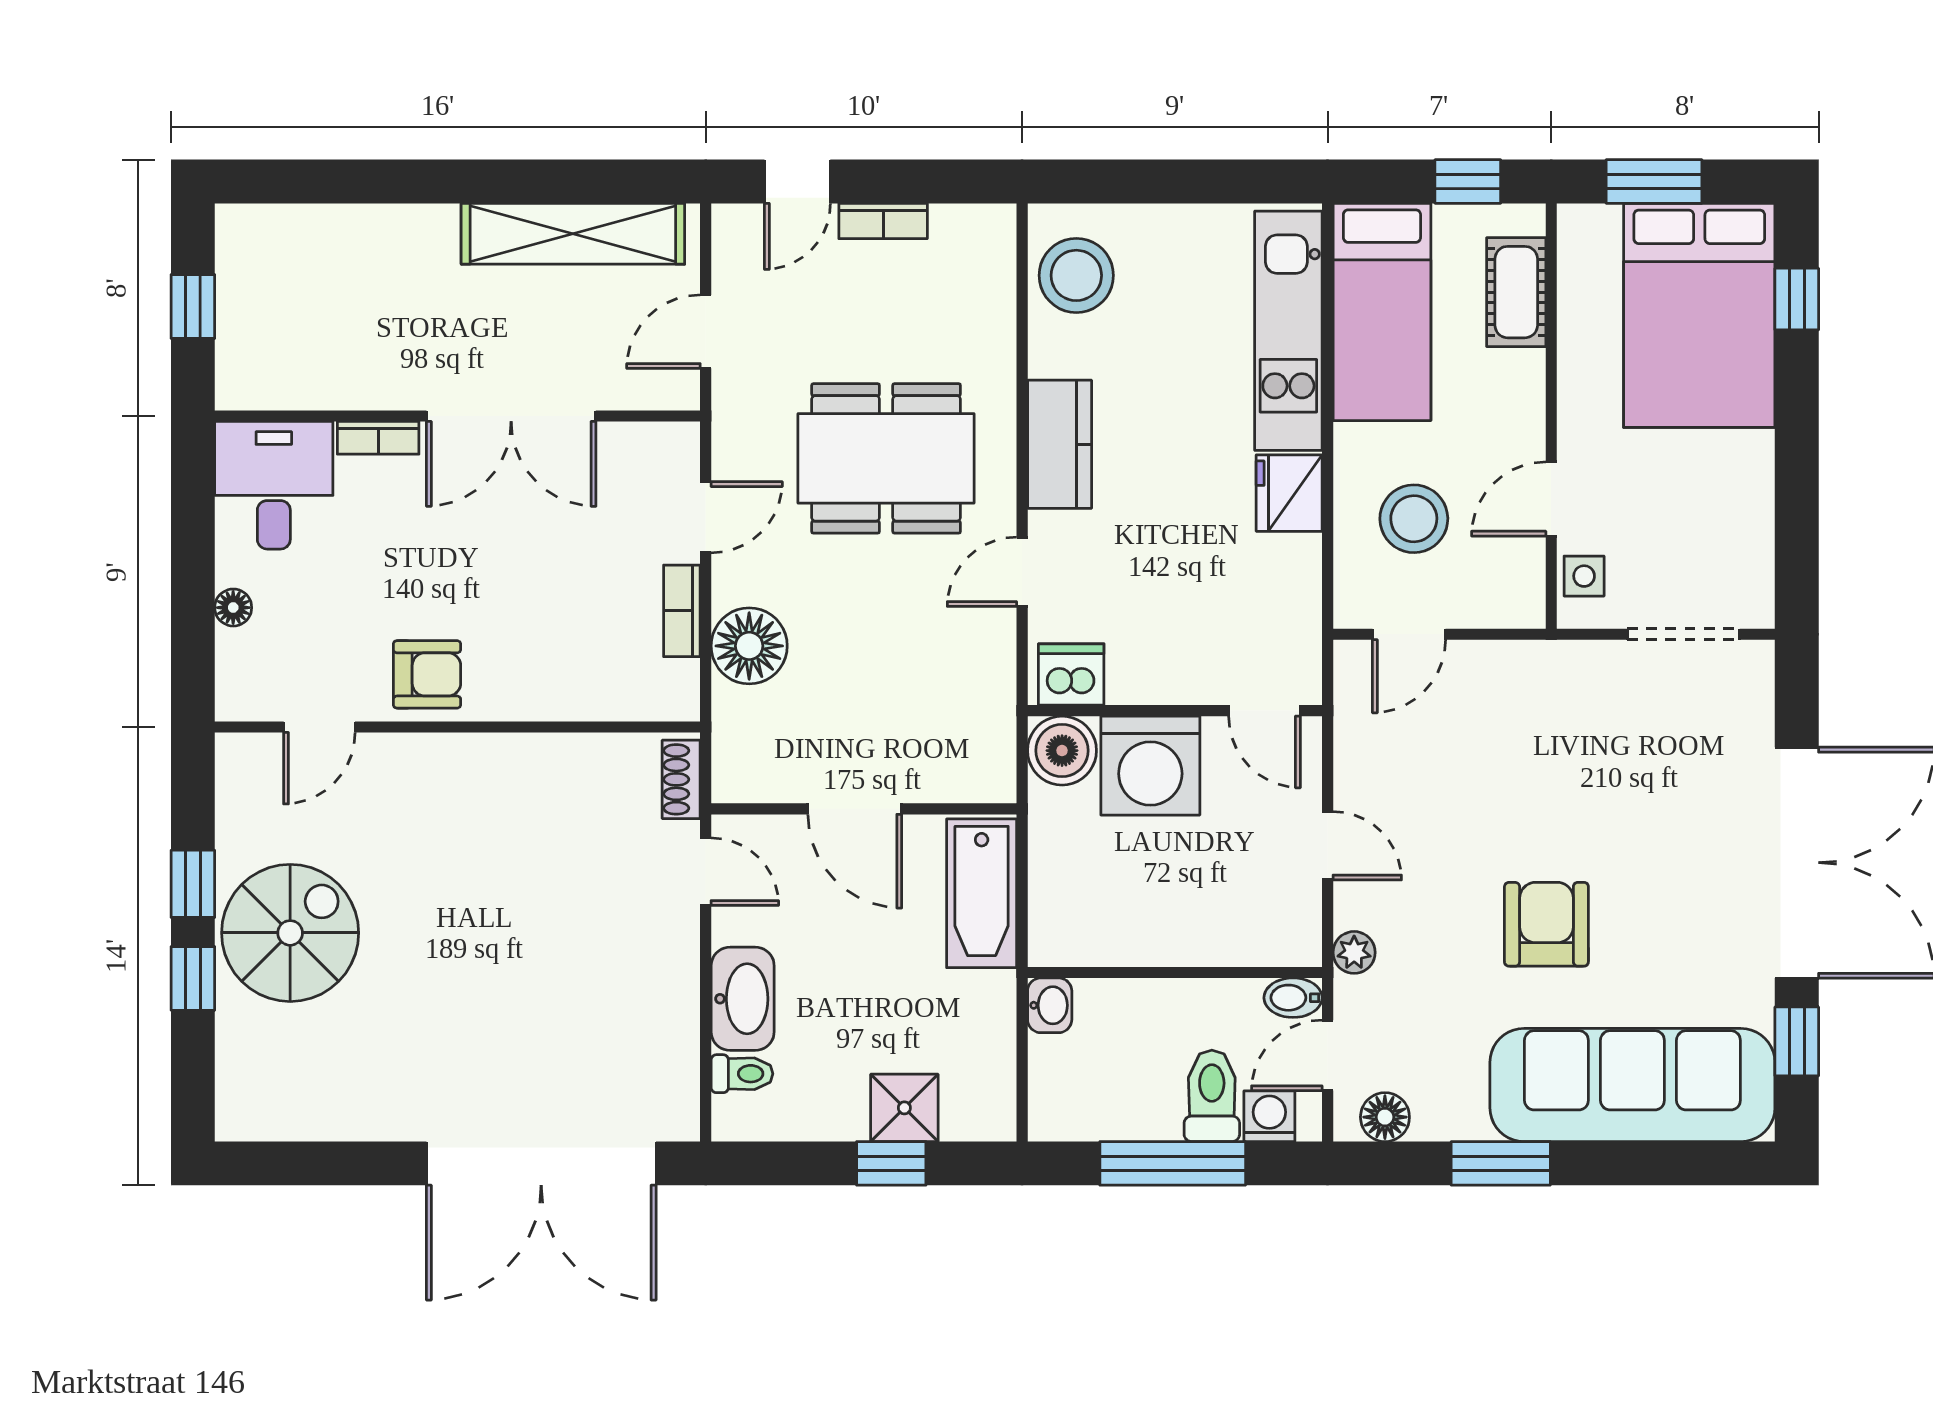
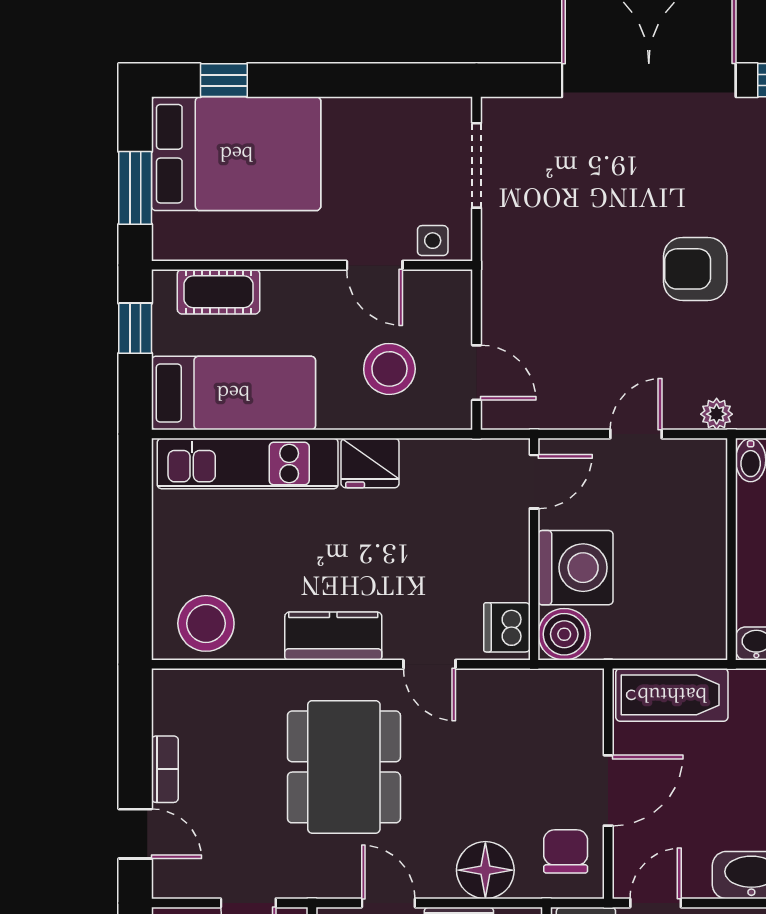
chair: (774, 752) -> (566, 851), added

